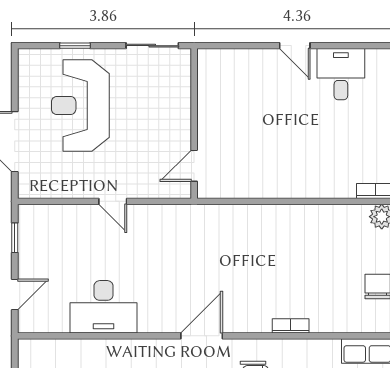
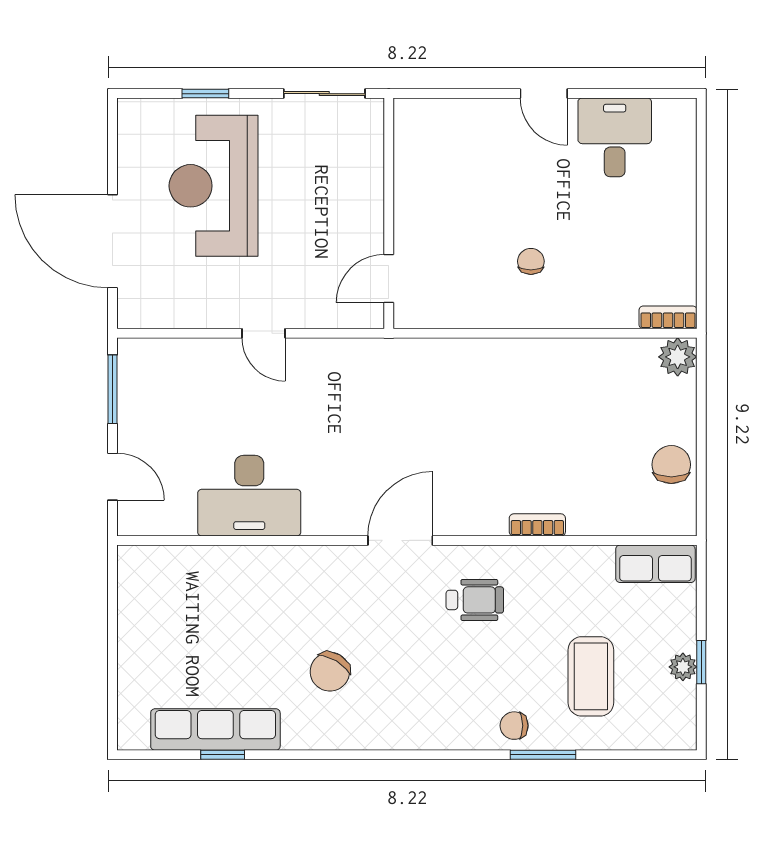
chair: (286, 155) -> (531, 261), added
window: (15, 238) -> (113, 389), width x1.50
door: (15, 294) -> (113, 477), hinge flipped

